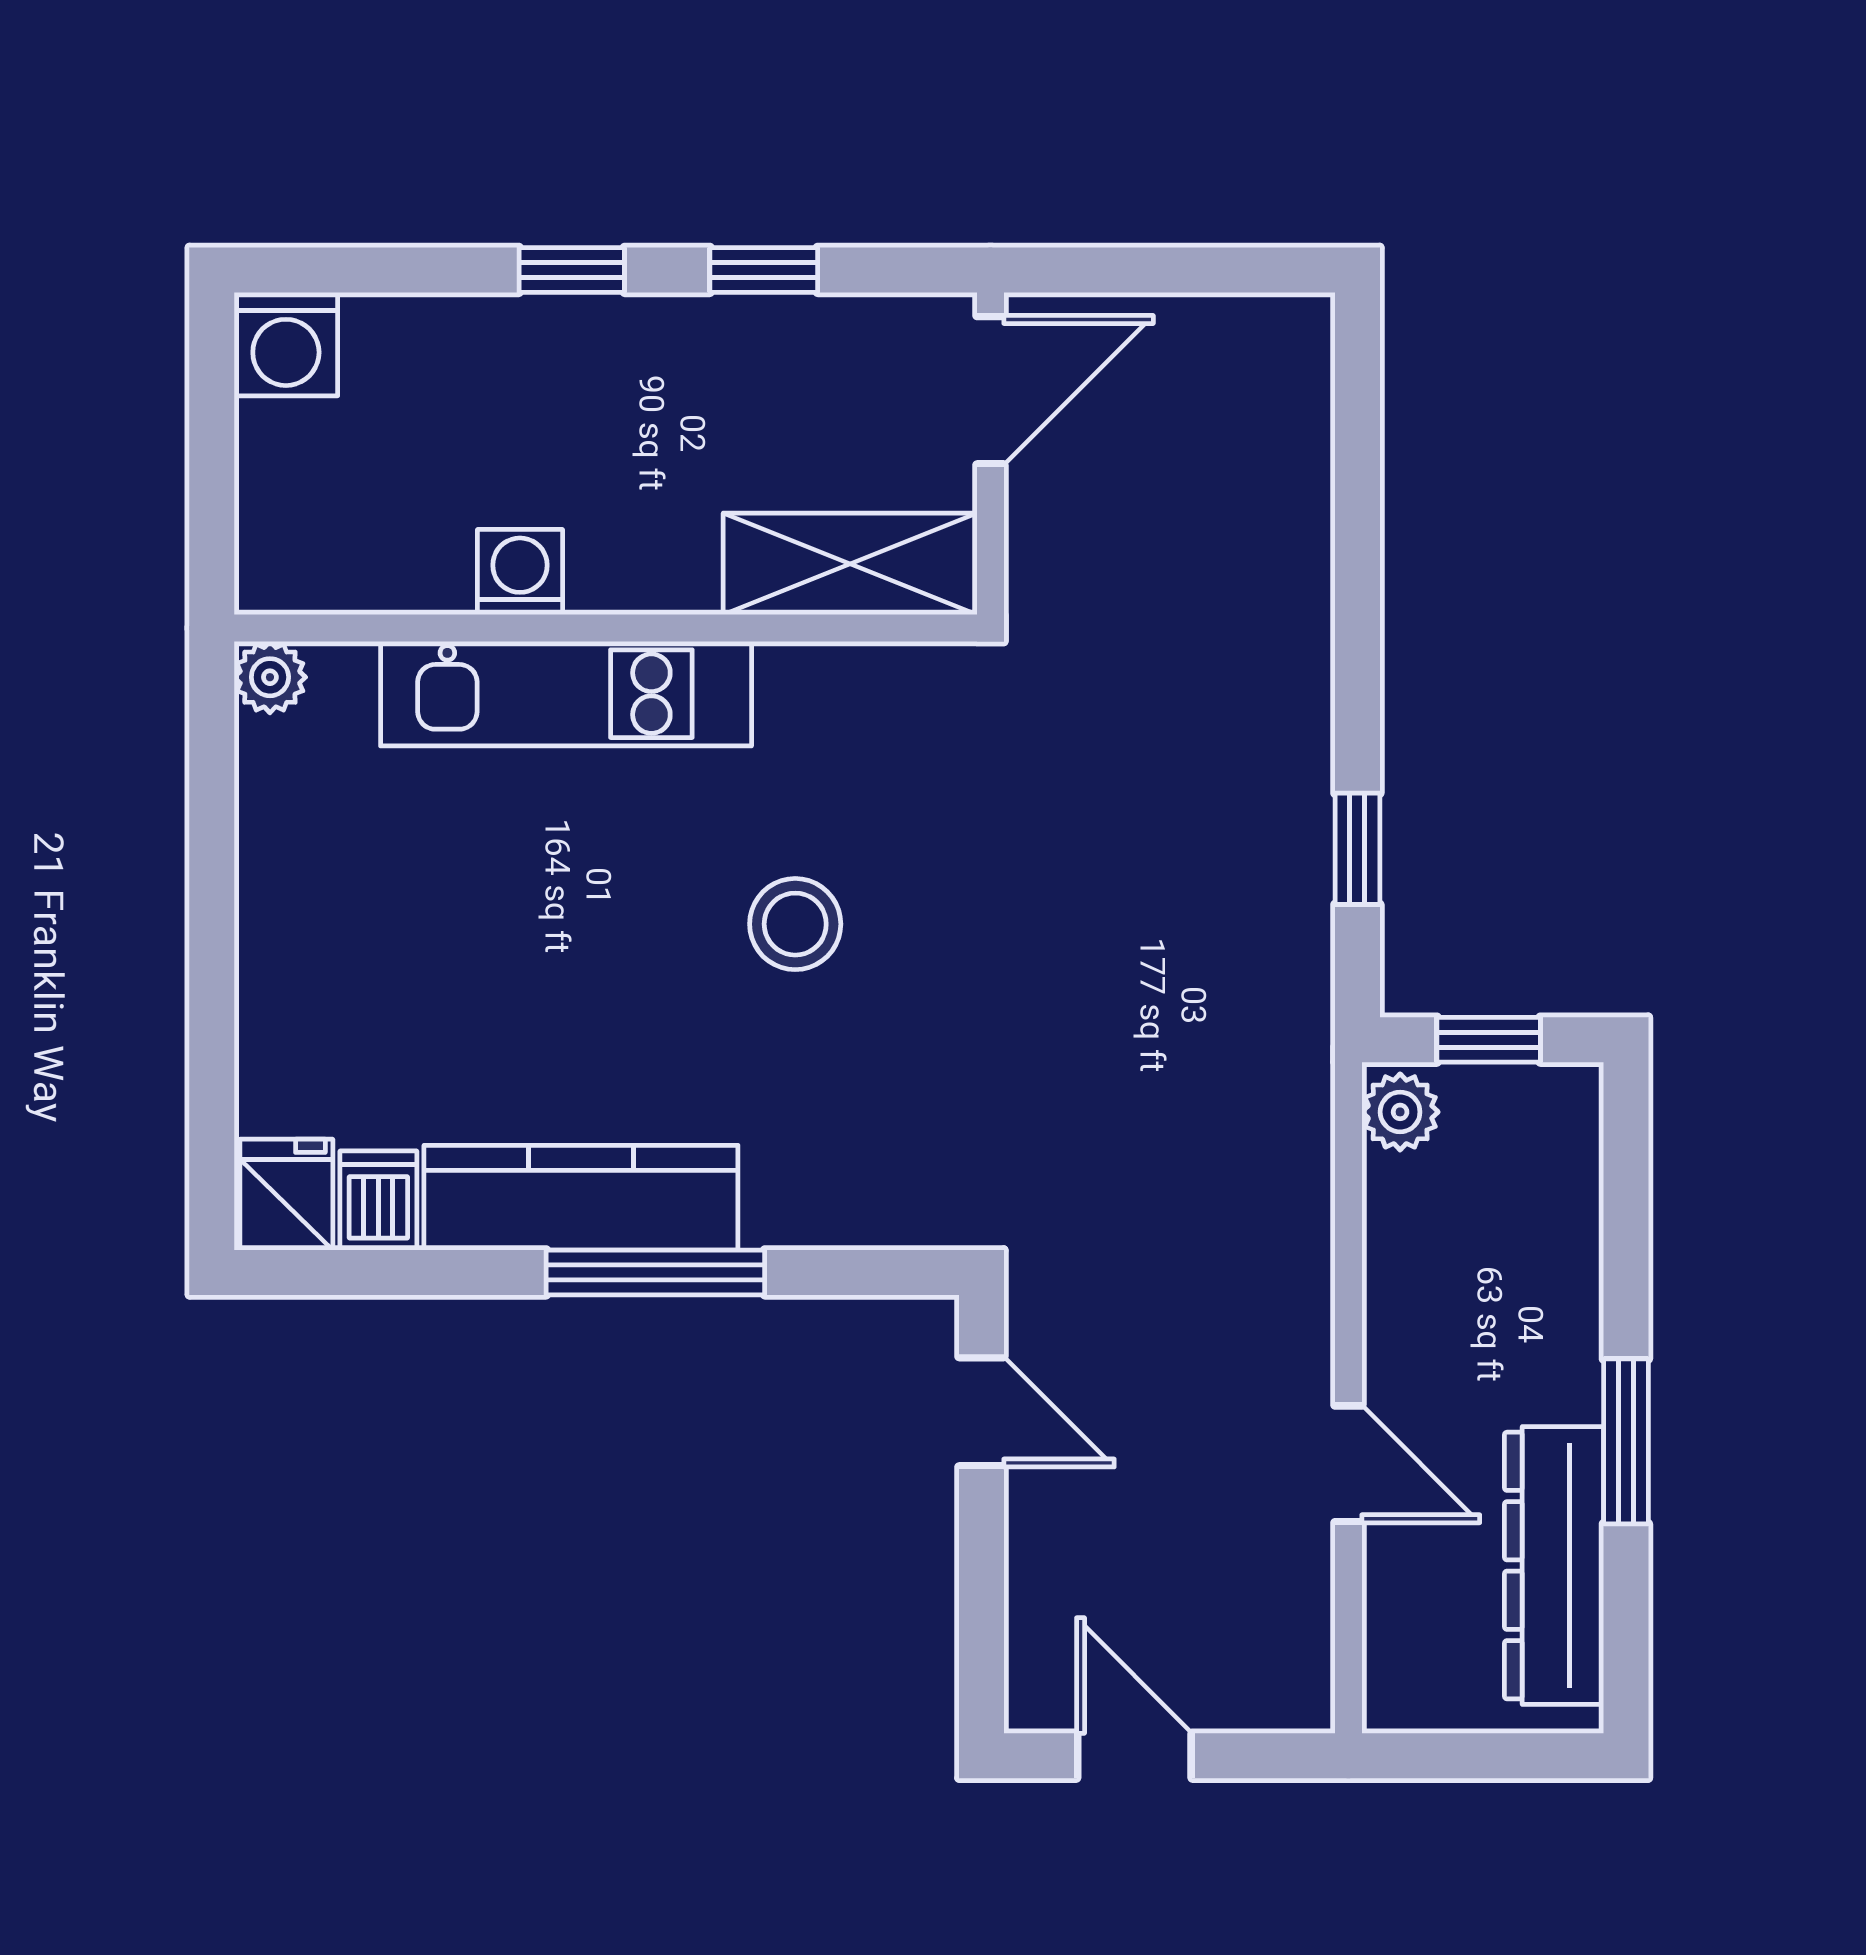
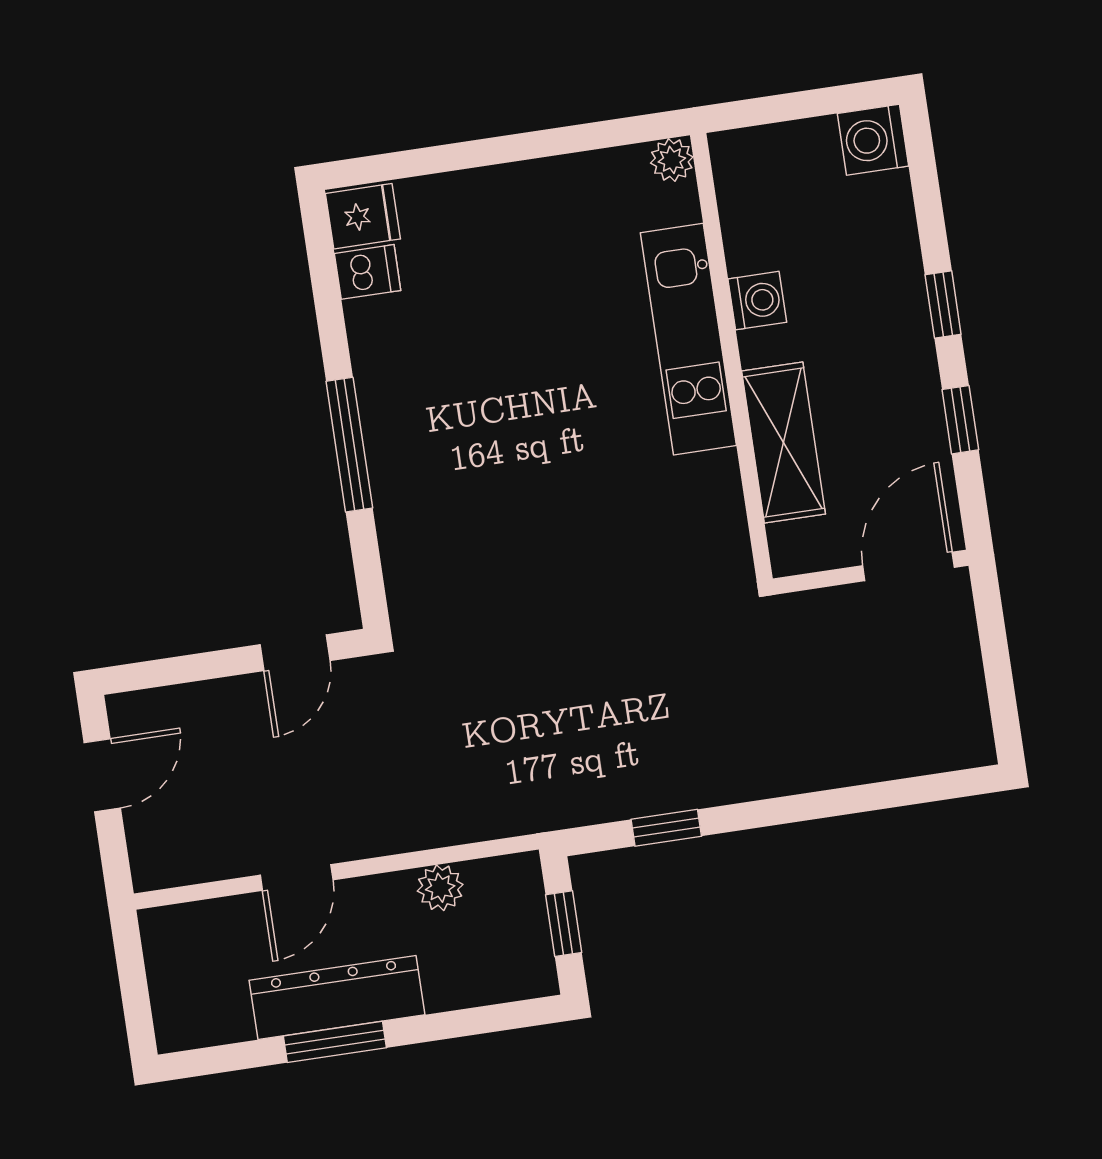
door: (990, 390) -> (909, 566), swing flipped
shelving: (850, 564) -> (784, 443), moved
stool: (795, 924) -> (571, 497), removed
plant: (1400, 1112) -> (440, 888), moved
kitchen counter: (581, 1198) -> (387, 393), removed
dresser: (1554, 1566) -> (337, 997), moved

